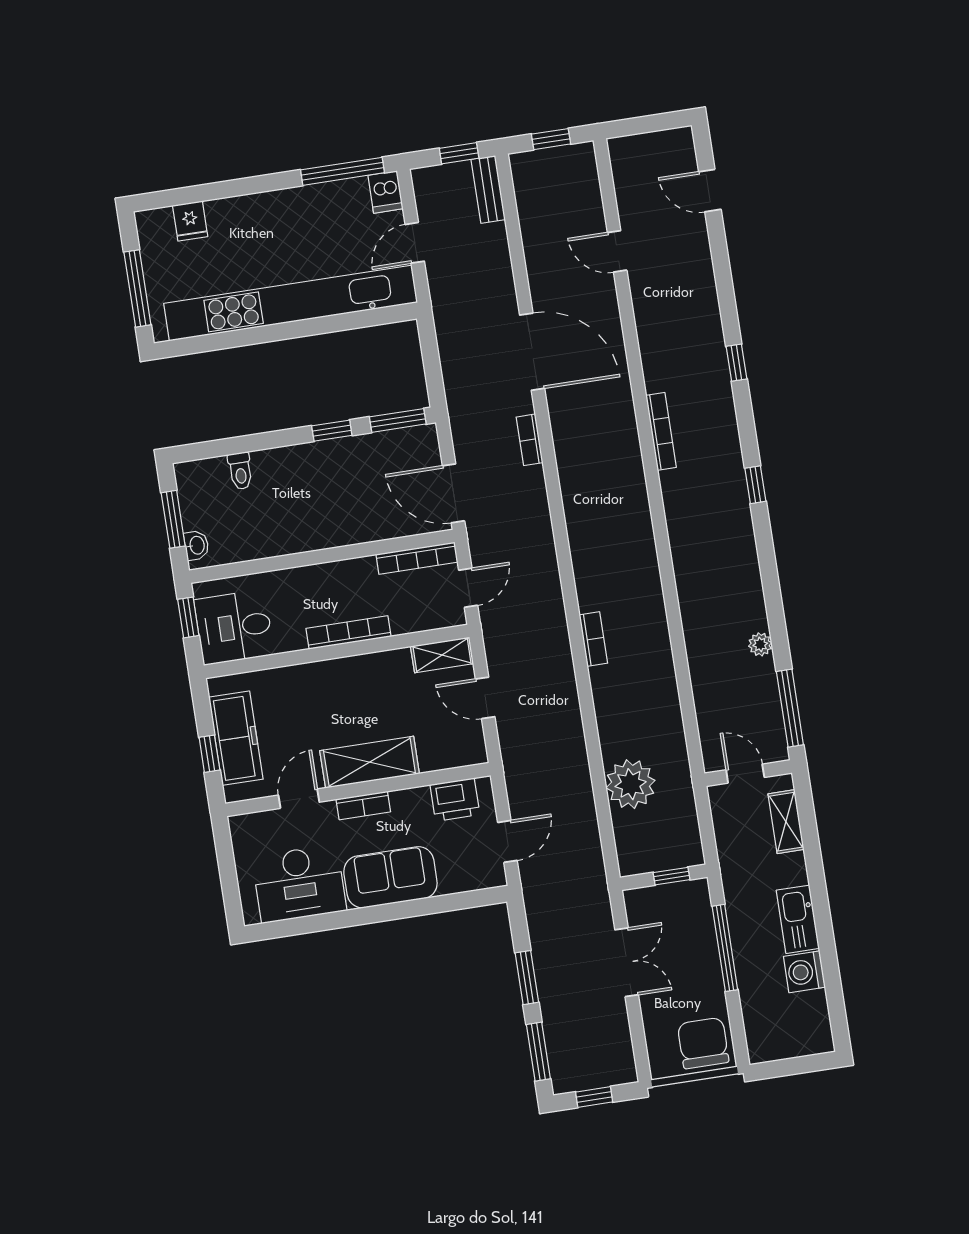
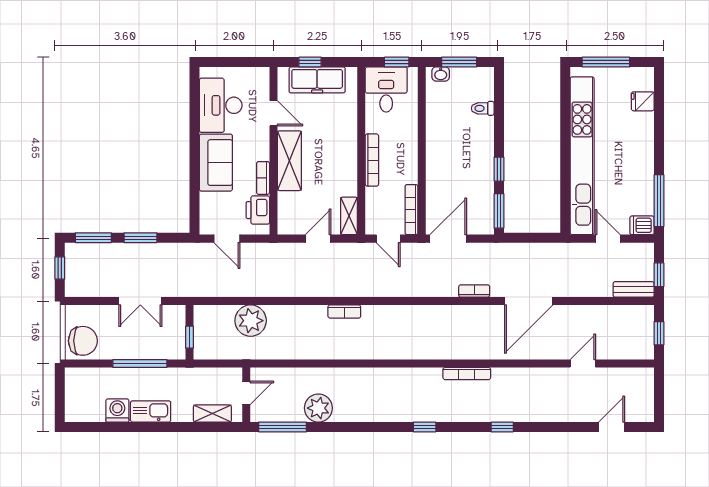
plant: (760, 644) -> (318, 408), width x1.88, depth x1.88
bookcase: (363, 805) -> (263, 178), moved

